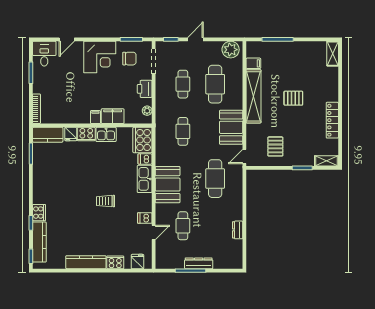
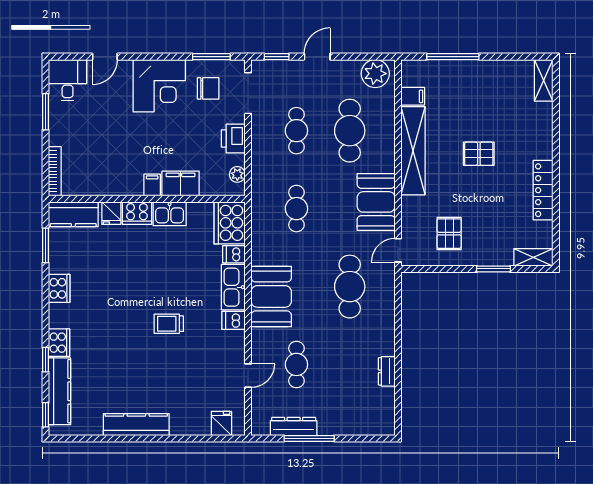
dishwasher: (145, 218) -> (234, 320), moved
cooker: (115, 262) -> (59, 288), moved, turned 90
dresser: (199, 263) -> (294, 426), moved

